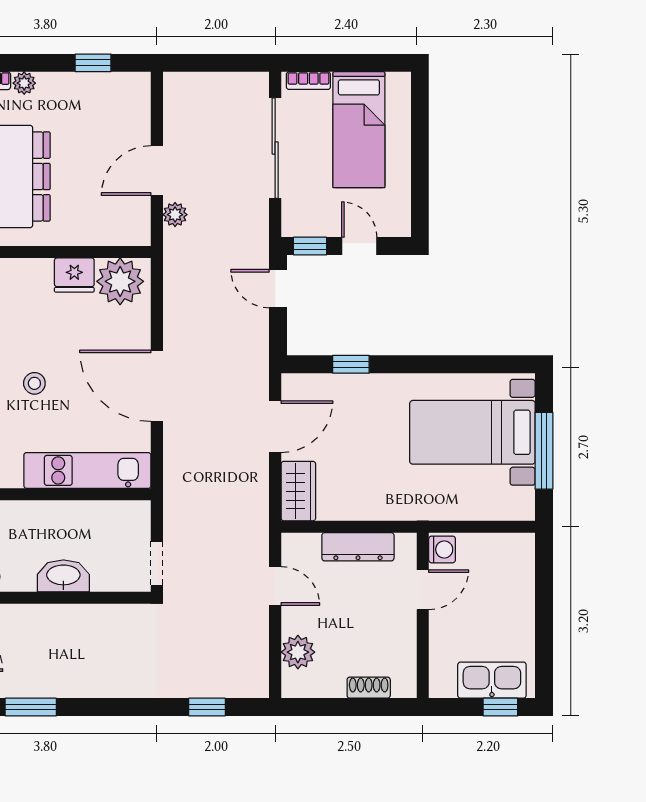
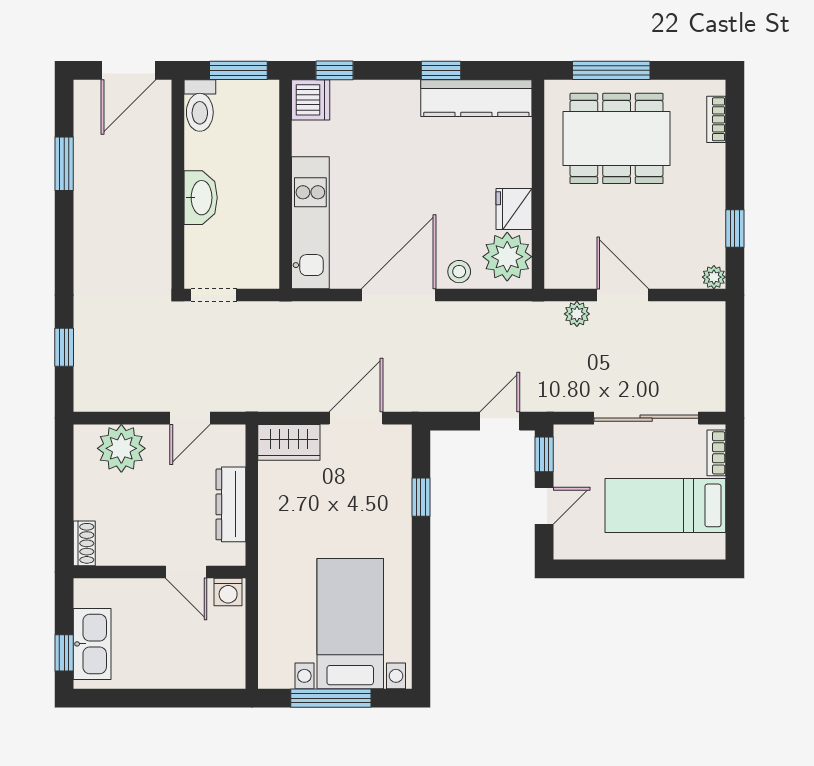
plant: (24, 83) -> (714, 277), moved
stool: (34, 383) -> (459, 272), moved
door: (275, 427) -> (356, 418), swing flipped
plant: (298, 652) -> (121, 448), width x1.36, depth x1.36
shoe rack: (369, 688) -> (84, 543), moved

